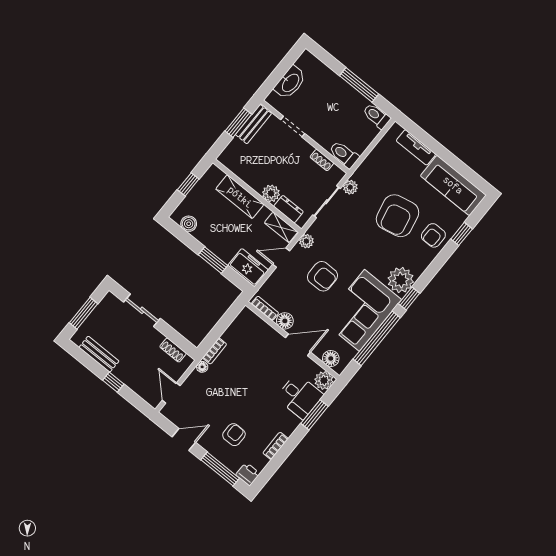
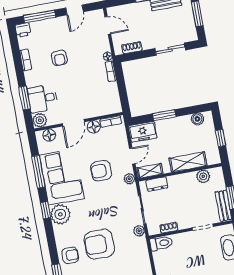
plant: (271, 193) -> (203, 176), moved
armchair: (398, 216) -> (99, 244), turned -78
armchair: (433, 235) -> (70, 255), turned 90
window: (377, 338) -> (38, 172), width x0.68
armchair: (234, 435) -> (59, 58), moved

